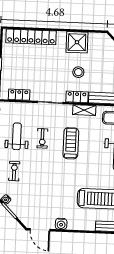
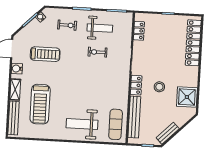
shower: (77, 42) -> (187, 97), moved
shelving: (84, 110) -> (15, 90), moved
treadmill: (71, 143) -> (45, 54), moved

